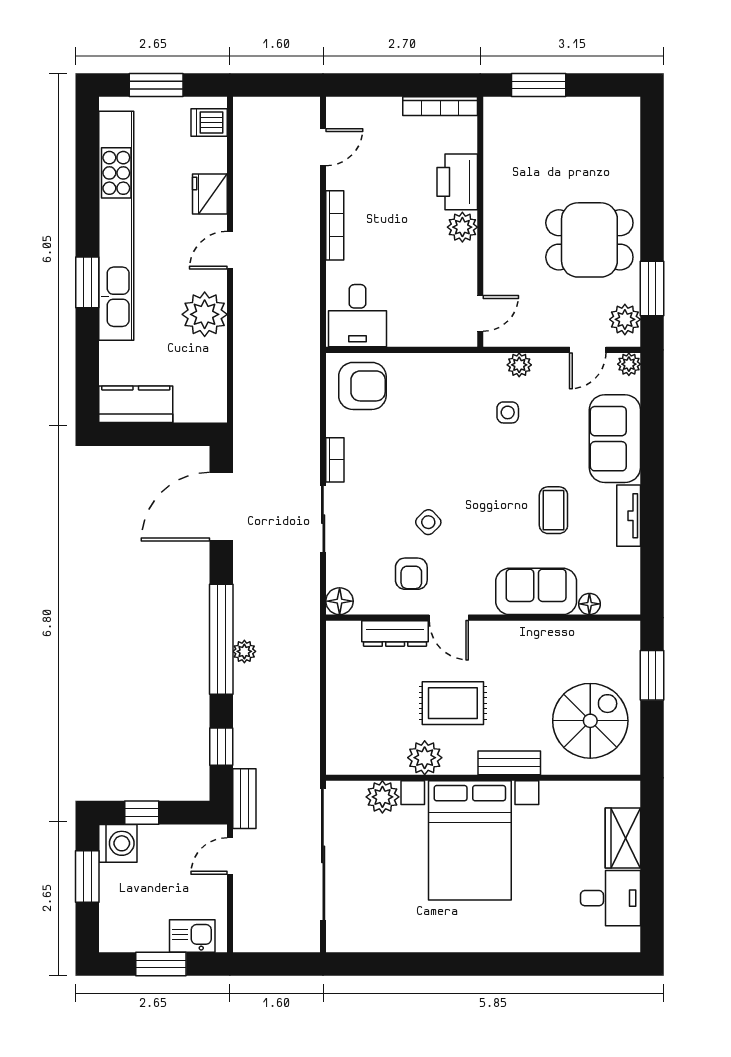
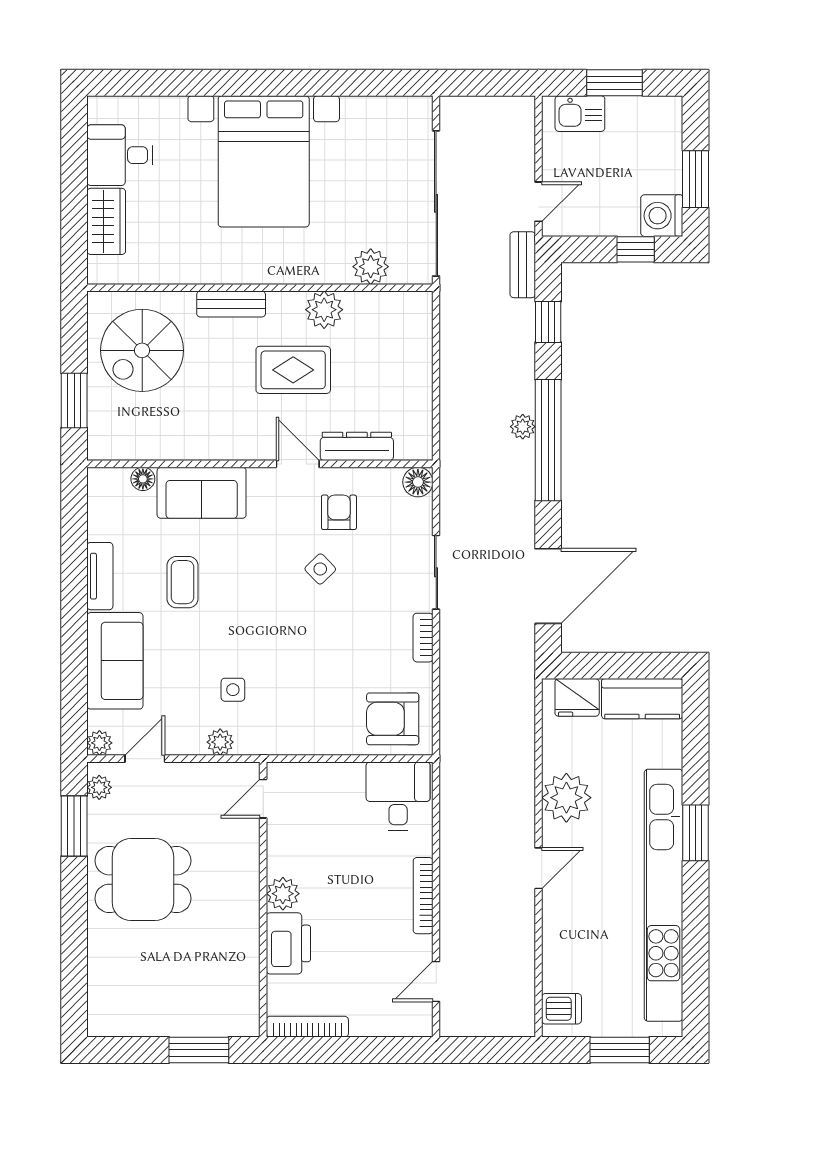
fridge: (210, 194) -> (577, 697), moved, turned 90
plant: (625, 319) -> (99, 787), width x0.73, depth x0.73
bed with nightstands: (470, 840) -> (264, 161), moved, turned 180

